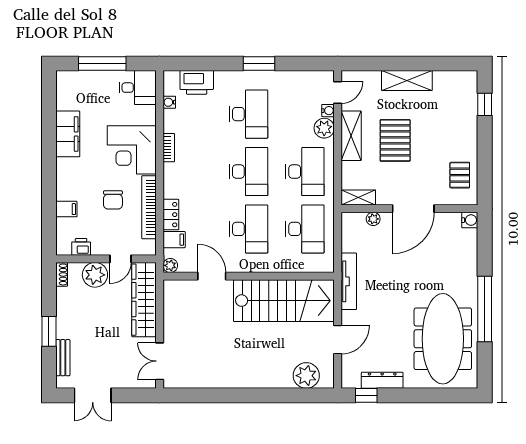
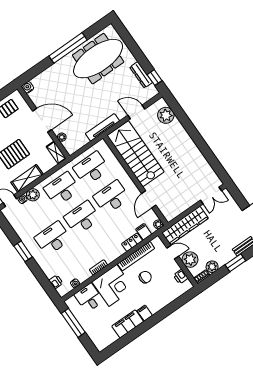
window: (102, 63) -> (73, 323), moved
printer: (197, 82) -> (56, 282), width x0.53, depth x0.68
desk: (138, 88) -> (89, 298), moved
filing cabinet: (66, 209) -> (145, 313), moved
plant: (65, 297) -> (212, 267), added

